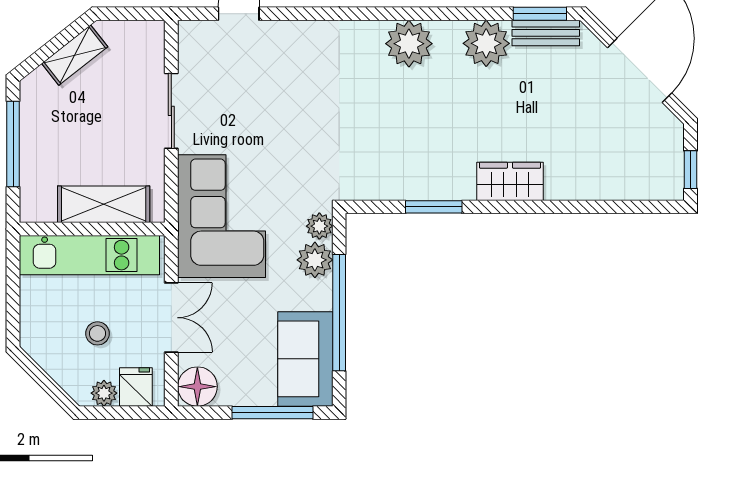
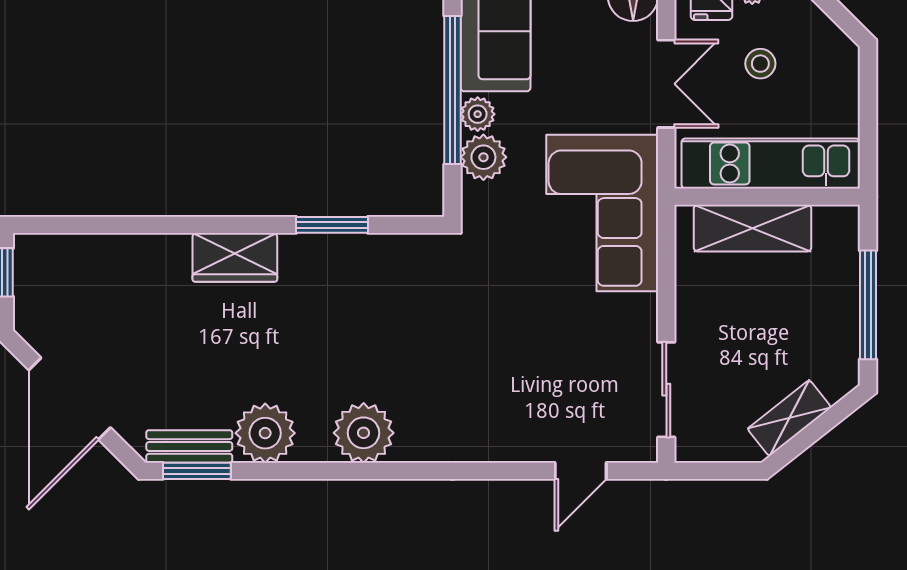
sliding door: (171, 111) -> (666, 390), moved
plant: (319, 226) -> (478, 114), moved
double door: (171, 318) -> (666, 84), swing flipped

